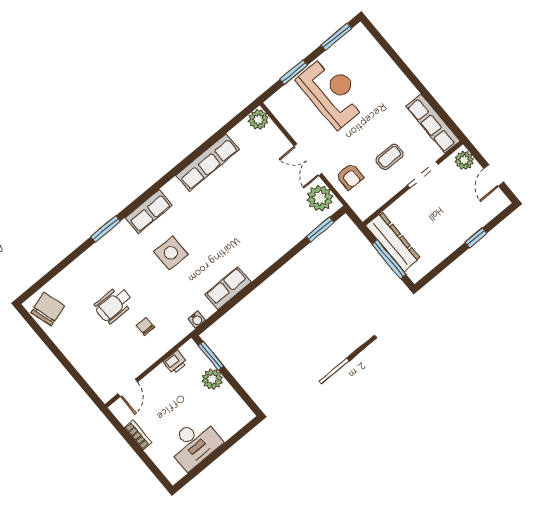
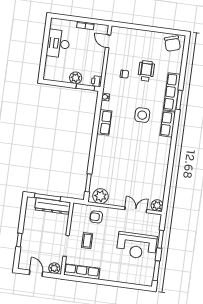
double door: (308, 160) -> (136, 210), moved
row of seats: (208, 162) -> (172, 92), moved
printer: (175, 362) -> (96, 81), moved

